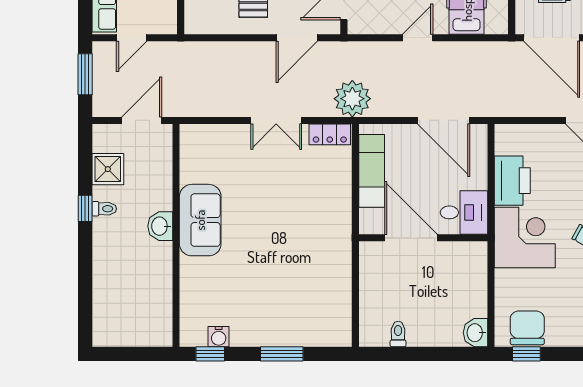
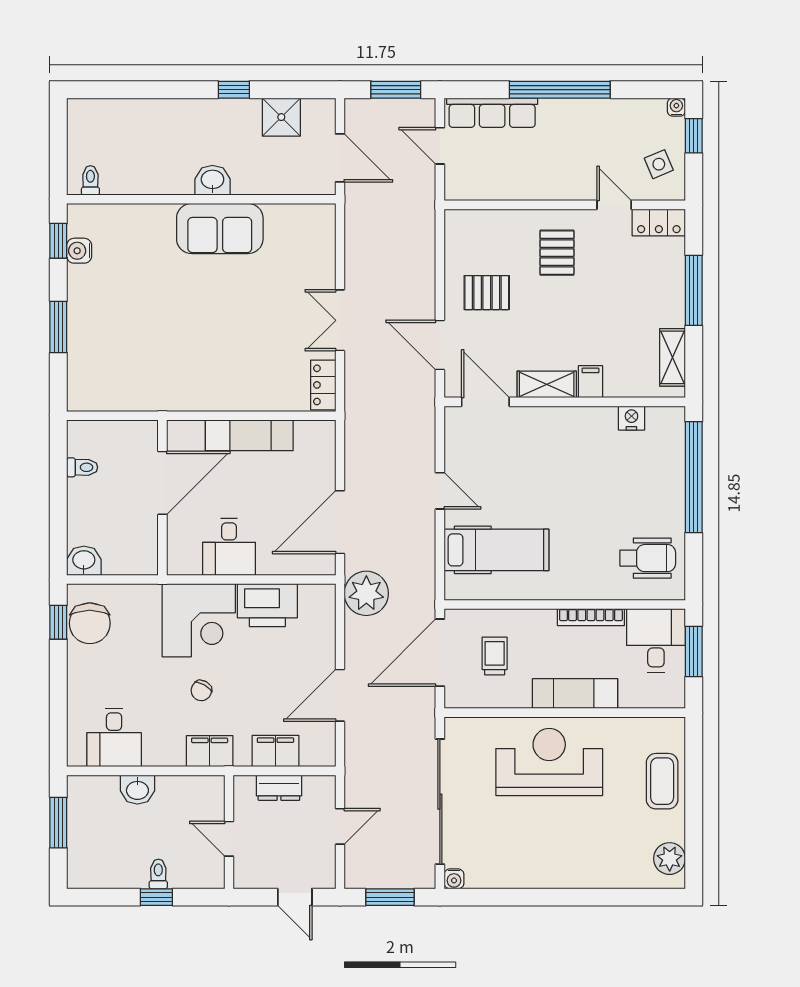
plant: (352, 99) -> (366, 593), moved
exam couch: (372, 171) -> (249, 435), moved
toilet: (104, 209) -> (90, 180), moved, turned 180
door: (411, 238) -> (162, 483), moved
wall: (423, 238) -> (162, 498), moved
chair: (527, 328) -> (90, 623), turned 90

